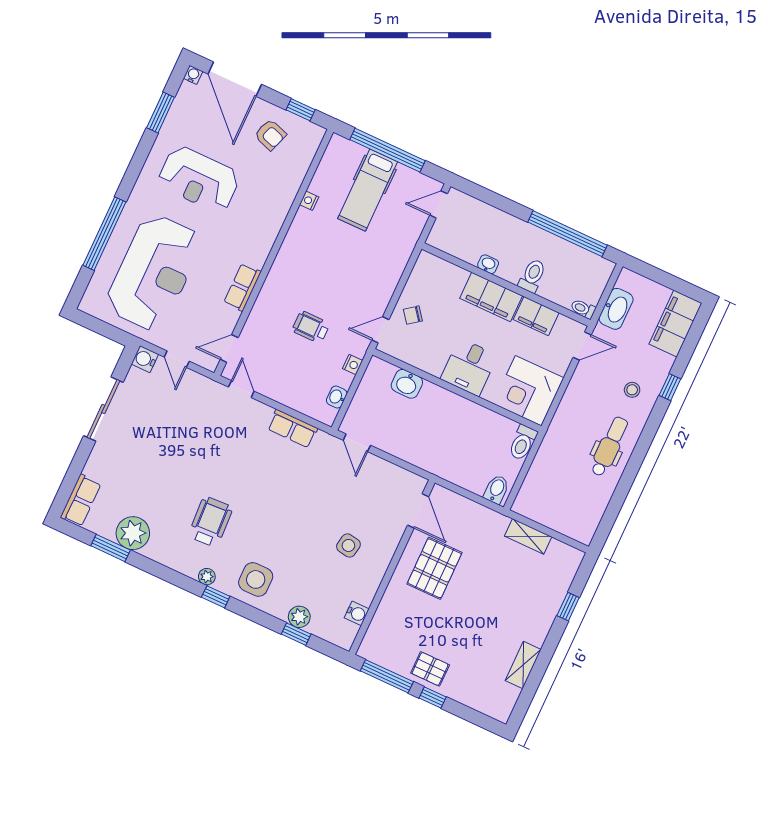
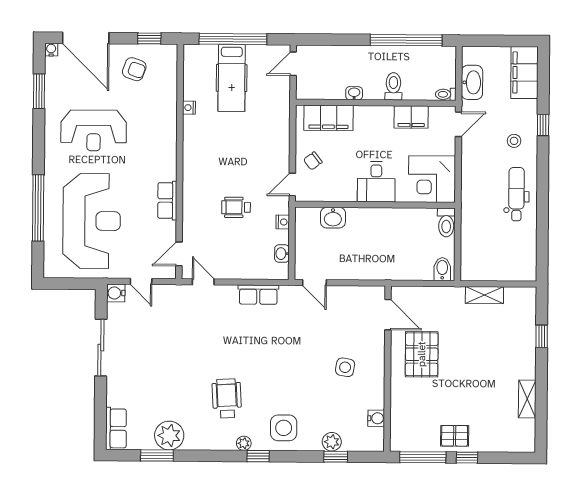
filing cabinet: (491, 297) -> (328, 118), moved

